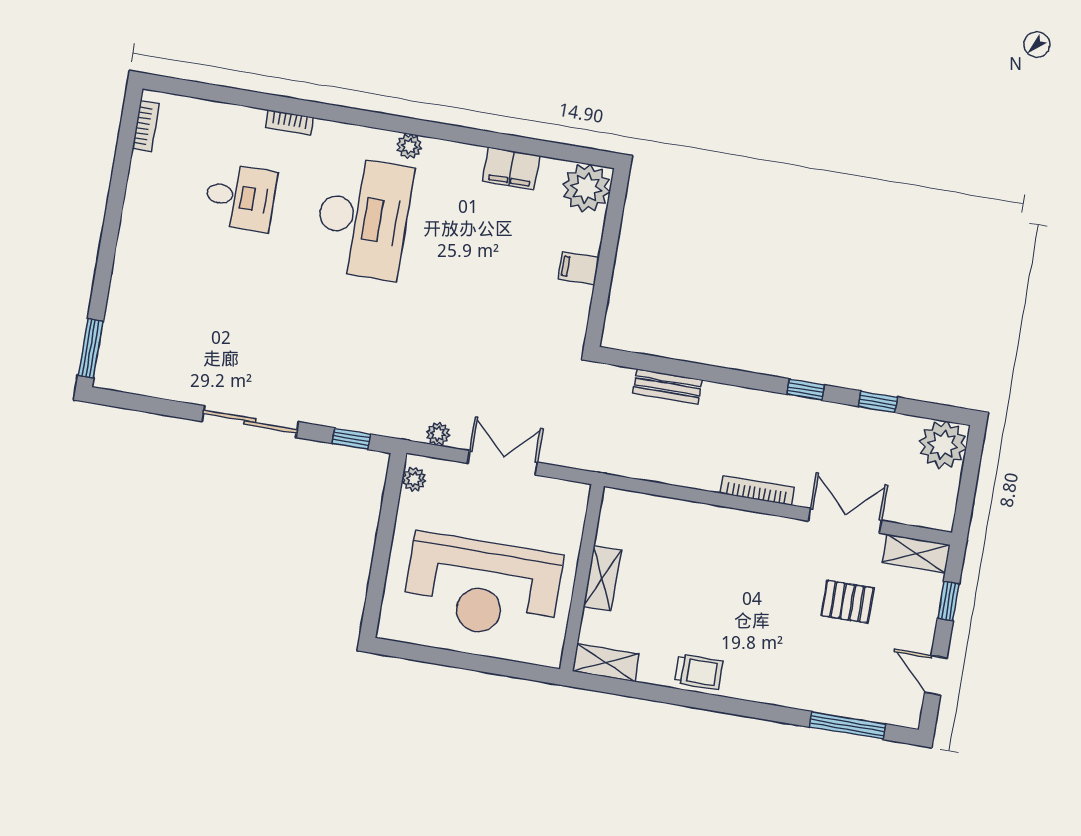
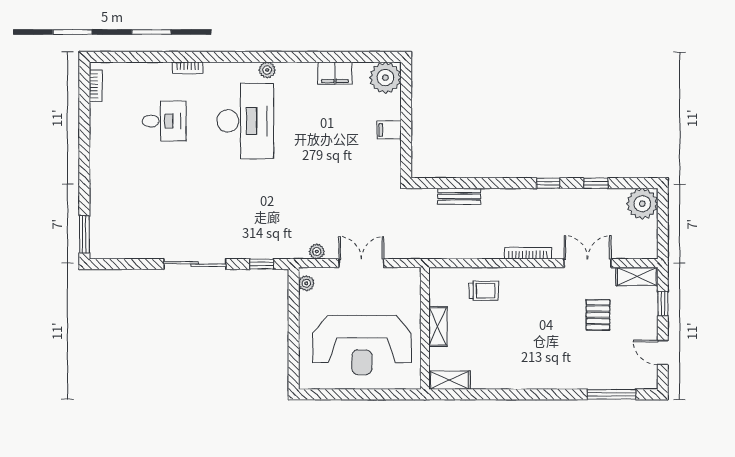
pallet: (847, 602) -> (598, 315), turned 90
trolley: (699, 672) -> (484, 291), moved

